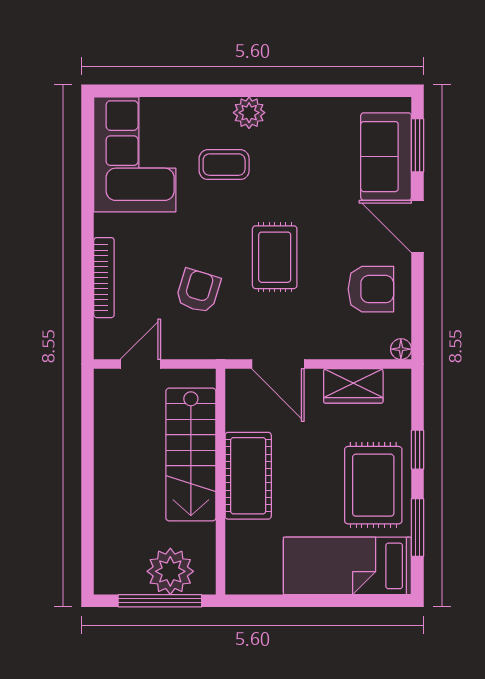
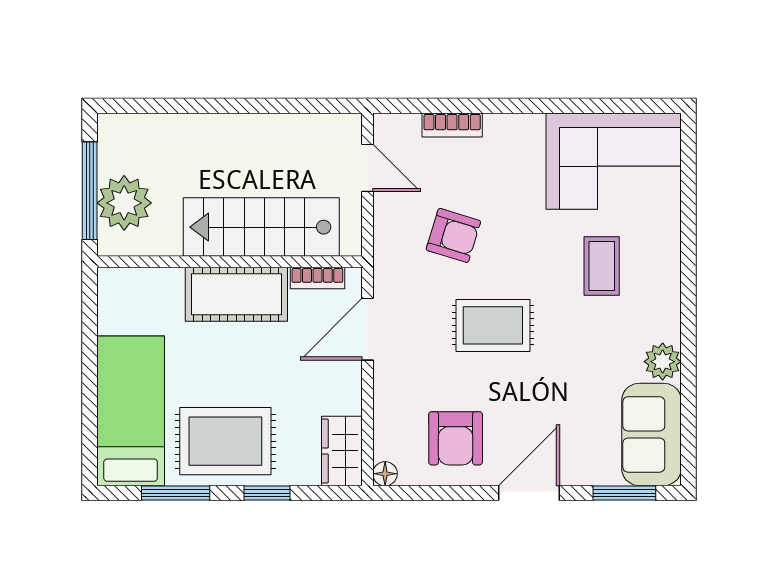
plant: (249, 113) -> (663, 362), moved
sofa: (386, 157) -> (651, 434), moved, turned -90
bookcase: (104, 278) -> (452, 125), width x0.64
wardrobe: (353, 386) -> (342, 451), moved
bookcase: (234, 407) -> (317, 278), added

